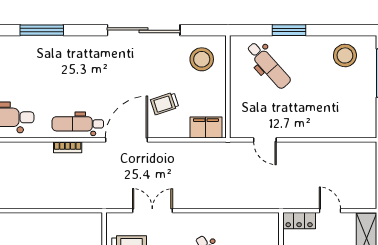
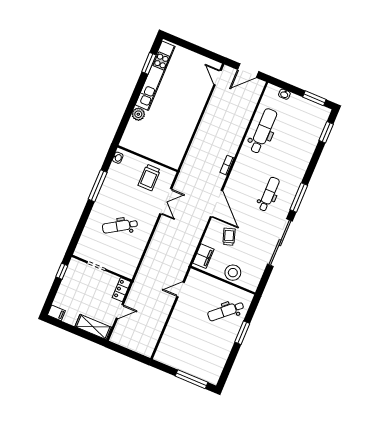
window: (42, 30) -> (299, 198), moved
stool: (345, 55) -> (212, 361), removed
stool: (202, 59) -> (233, 273), moved
dental chair: (78, 124) -> (269, 194), moved

